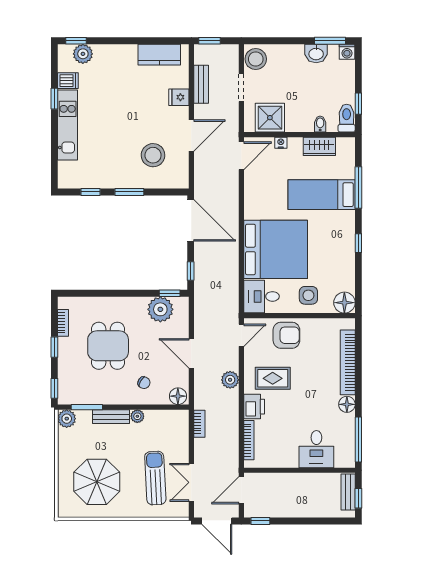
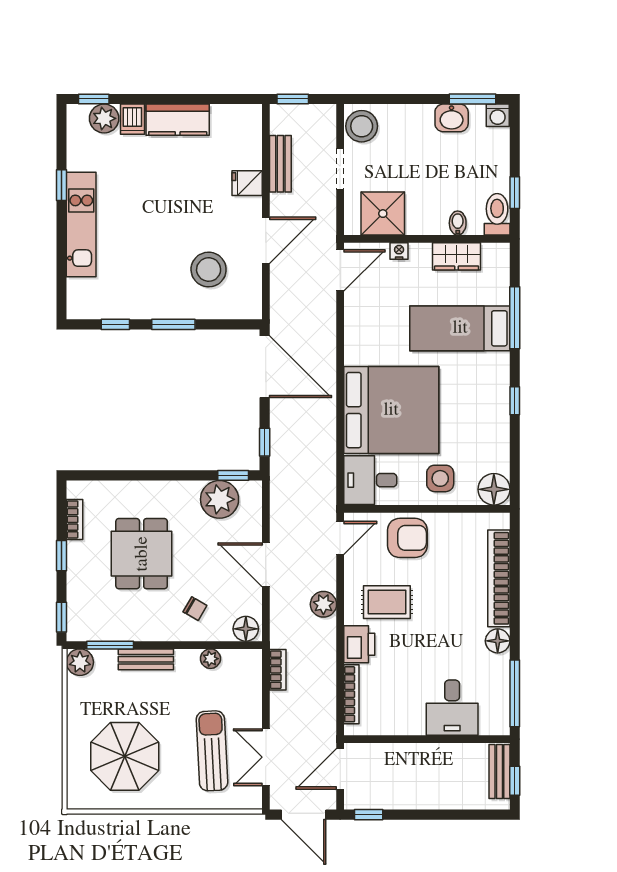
kitchen counter: (159, 55) -> (178, 120), moved
dishwasher: (68, 81) -> (132, 119), moved, turned 90
plant: (137, 416) -> (210, 659), moved

